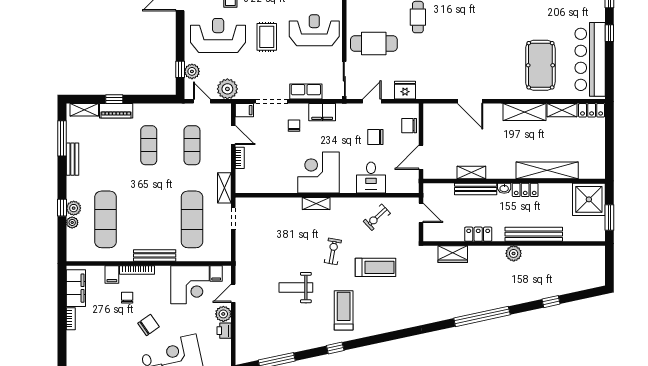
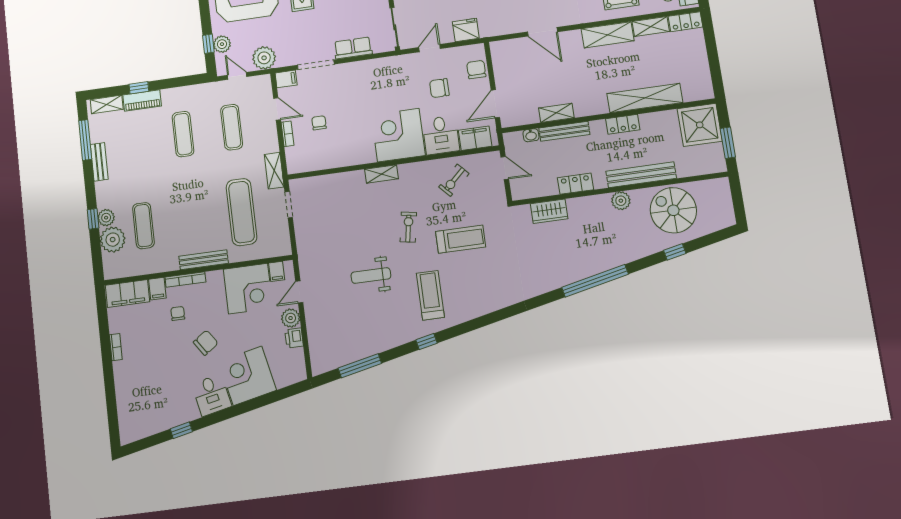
filing cabinet: (322, 112) -> (475, 138), moved, turned 180
chair: (294, 126) -> (319, 123), moved
chair: (409, 126) -> (476, 70), turned 90
corner desk: (319, 172) -> (398, 135), moved
washbasin: (504, 188) -> (531, 135), moved
exercise mat: (106, 219) -> (143, 226), width x0.73, depth x0.69
plant: (72, 222) -> (113, 240), width x1.87, depth x1.87
spiral stairs: (555, 267) -> (673, 210), added
filing cabinet: (76, 288) -> (127, 293), moved, turned 90

